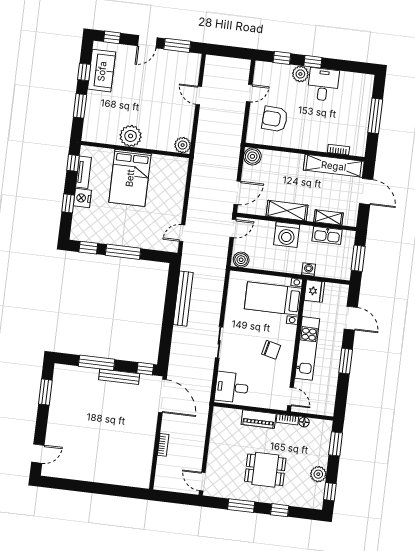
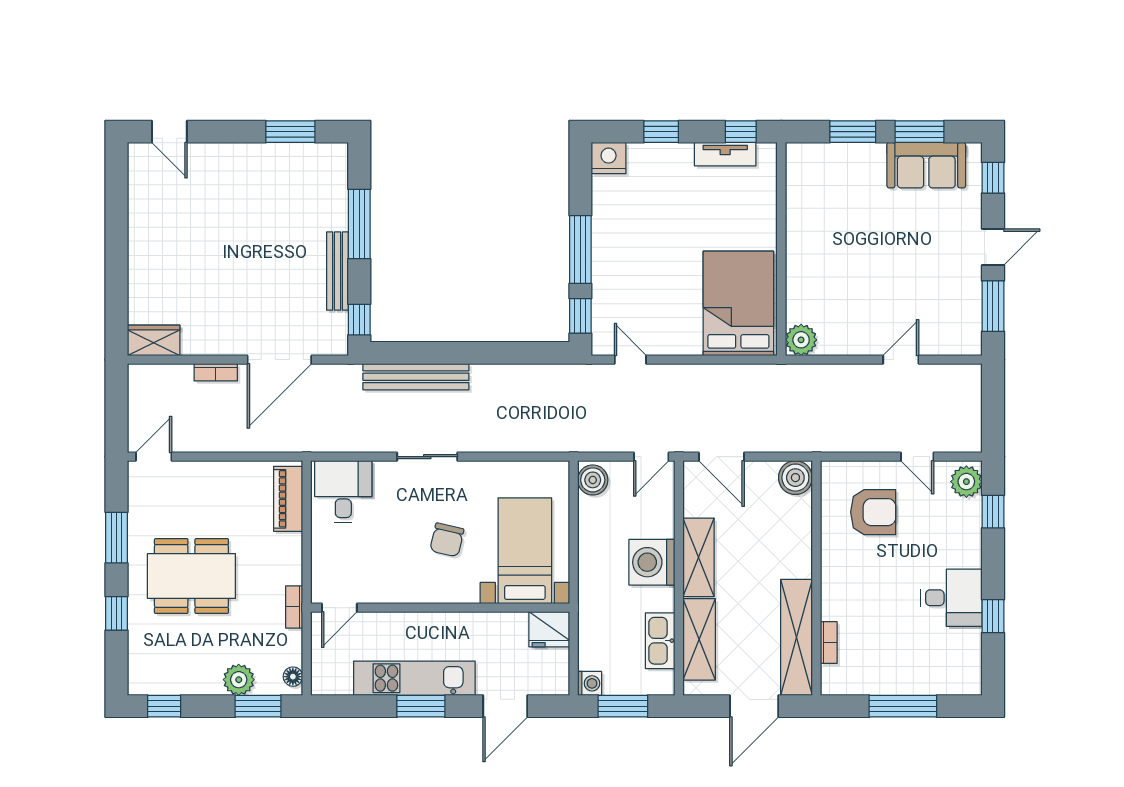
door: (147, 42) -> (993, 247), swing flipped
window: (313, 62) -> (993, 616), moved
window: (84, 72) -> (919, 132), width x1.50
plant: (300, 74) -> (966, 482), moved
armchair: (275, 119) -> (873, 512), turned 87
plant: (131, 136) -> (806, 237), removed
bed: (130, 178) -> (738, 303), moved, turned 90
nightstand: (82, 198) -> (609, 158), moved
shelving: (329, 217) -> (699, 639), width x1.50, depth x1.33
door: (233, 228) -> (651, 457), hinge flipped
window: (88, 248) -> (580, 316), moved
washing machine: (308, 269) -> (590, 683), moved
bench: (183, 299) -> (416, 377), moved
kitchen unit: (307, 348) -> (414, 678), moved, turned 180
chair: (271, 350) -> (447, 540), moved
door: (162, 396) -> (279, 360), moved
piano: (259, 419) -> (288, 499), moved
floor lamp: (304, 422) -> (293, 677), moved
dining table: (265, 470) -> (191, 576), width x1.37
plant: (318, 474) -> (239, 680), moved
wardrobe: (143, 475) -> (154, 340), added

